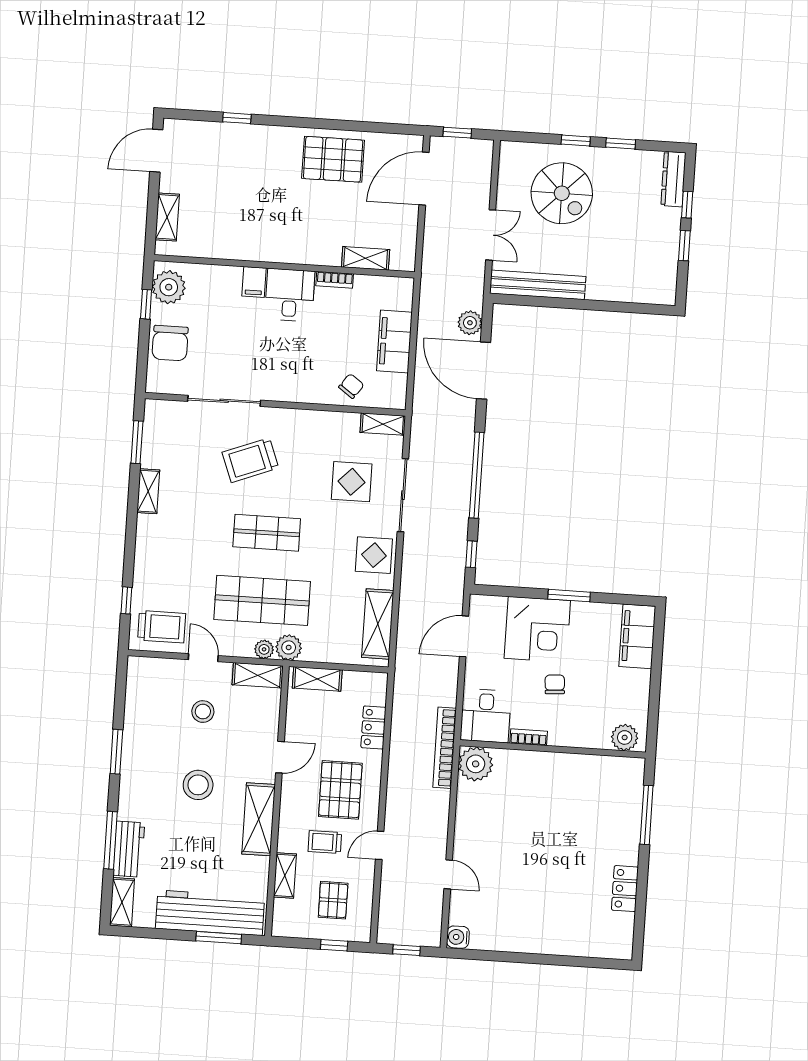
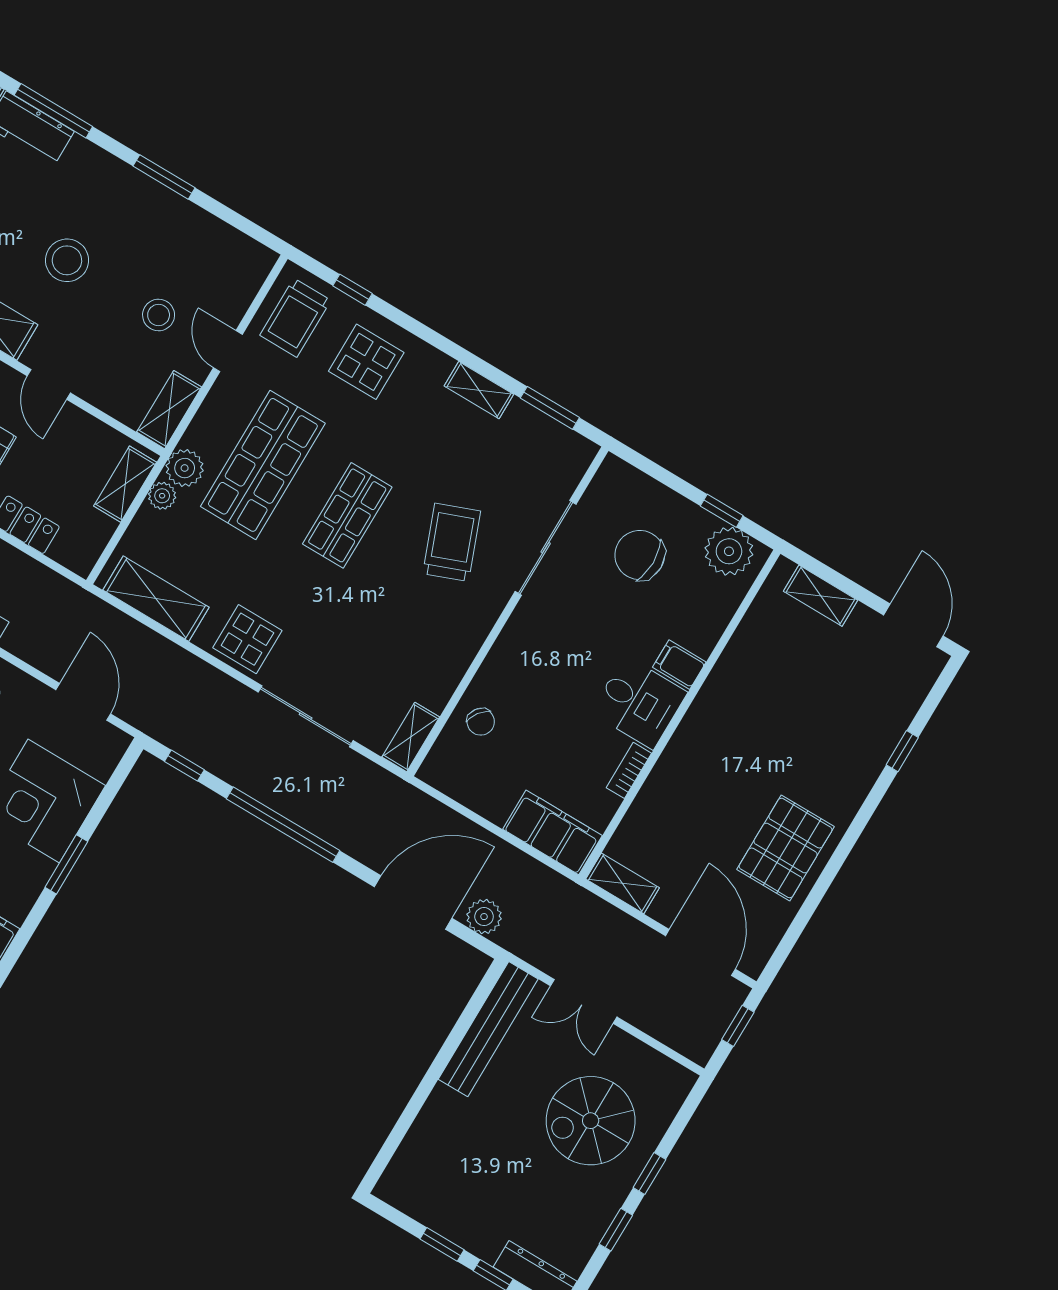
shelving: (366, 258) -> (623, 883), moved, turned 90
filing cabinet: (394, 341) -> (552, 832), moved
chair: (170, 343) -> (640, 555), moved
display table: (352, 482) -> (366, 362), moved
plant: (264, 649) -> (162, 496), moved
door: (203, 658) -> (228, 351), swing flipped

